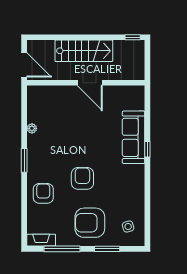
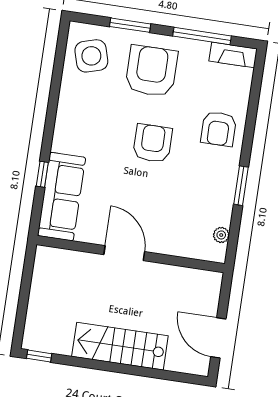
wall: (86, 83) -> (131, 254), moved
door: (90, 83) -> (124, 253), moved
armchair: (82, 178) -> (153, 143), turned 180
armchair: (90, 223) -> (151, 71), turned -90
side table: (128, 227) -> (91, 56), width x1.87, depth x1.87

